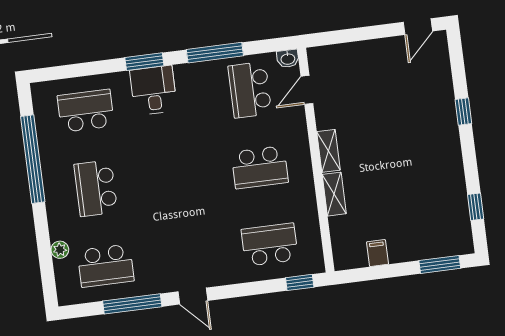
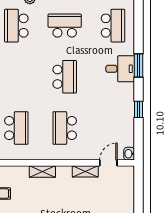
window: (215, 53) -> (139, 109), width x0.46
school desk: (250, 90) -> (65, 77), moved, turned 90
door: (307, 90) -> (108, 163), hinge flipped
shelving: (329, 151) -> (85, 171), moved

